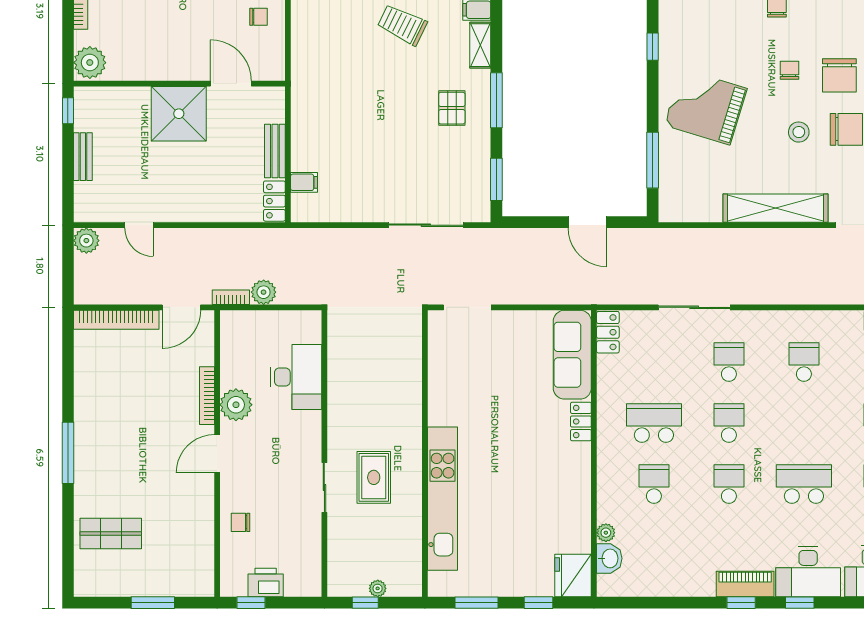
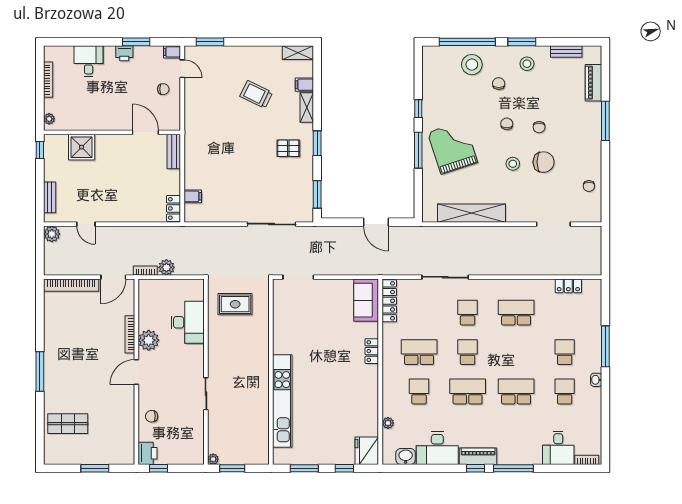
plant: (90, 63) -> (49, 119), width x0.53, depth x0.53
chair: (839, 75) -> (539, 127), width x0.54, depth x0.54
window: (496, 100) -> (317, 143), width x0.69
grand piano: (706, 107) -> (453, 147), turned 55
pallet: (452, 108) -> (288, 148), turned 90
shower: (179, 114) -> (82, 147), moved, width x0.73, depth x0.73
bench: (275, 151) -> (174, 152), moved
bench: (83, 157) -> (50, 197), moved
window: (653, 160) -> (418, 150), moved
shelving: (776, 208) -> (472, 213), moved
locker: (608, 332) -> (389, 301), width x1.53
sofa: (572, 355) -> (366, 300), width x0.73
school desk: (804, 362) -> (516, 313), width x1.85
rug: (374, 477) -> (235, 304), moved, turned 90
school desk: (729, 484) -> (468, 392), width x1.85
washbasin: (609, 558) -> (406, 456), moved, turned -90
desk: (808, 572) -> (437, 448), moved
printer: (266, 583) -> (148, 453), moved, turned 90
plant: (378, 588) -> (213, 459), moved
window: (365, 603) -> (232, 468), width x1.50
window: (800, 603) -> (513, 468), width x2.17

